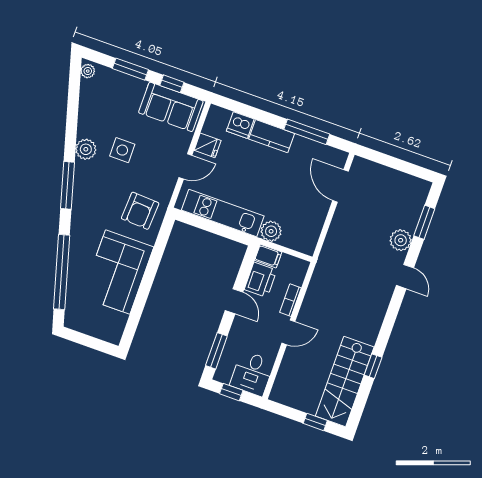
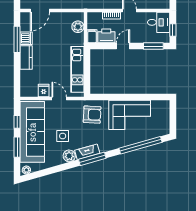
sofa: (171, 107) -> (32, 132), width x1.85, depth x1.27
dishwasher: (240, 125) -> (26, 38), moved
fireplace: (82, 181) -> (87, 152), added
plant: (271, 231) -> (78, 27), moved

